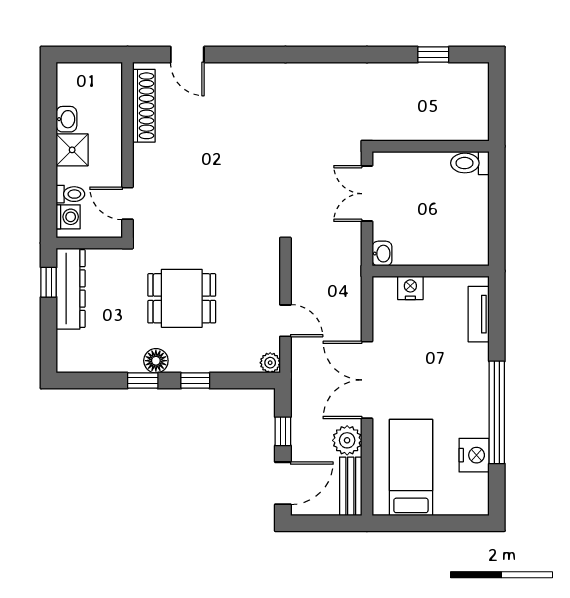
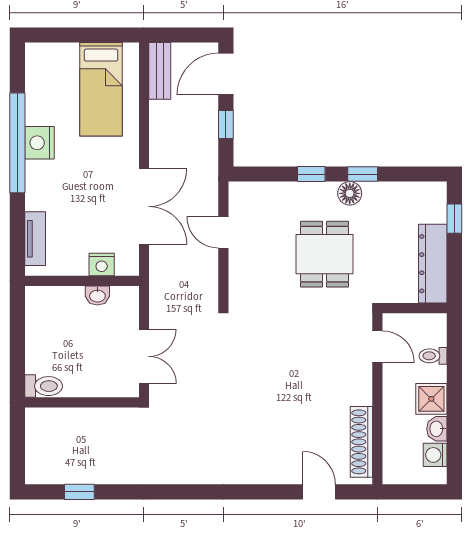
washing machine: (68, 217) -> (435, 455), moved
washbasin: (382, 254) -> (97, 295), moved, turned -90
window: (49, 282) -> (454, 219), moved
dining table: (182, 298) -> (325, 254), turned 90
plant: (270, 363) -> (238, 191), removed
double door: (367, 380) -> (144, 206), moved
plant: (347, 440) -> (163, 116), removed
nightstand: (474, 455) -> (39, 143), moved

